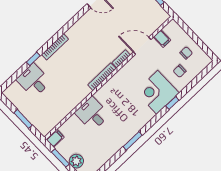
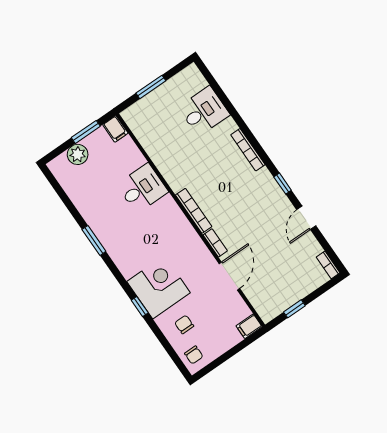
filing cabinet: (162, 39) -> (249, 326), moved
chair: (186, 53) -> (194, 355), moved
window: (33, 59) -> (283, 184), moved

